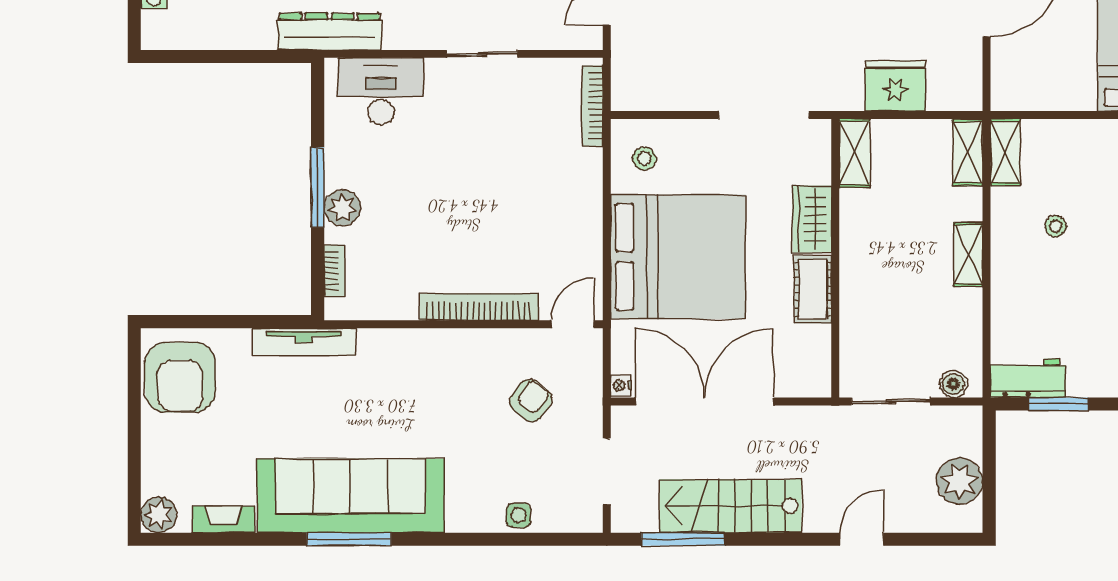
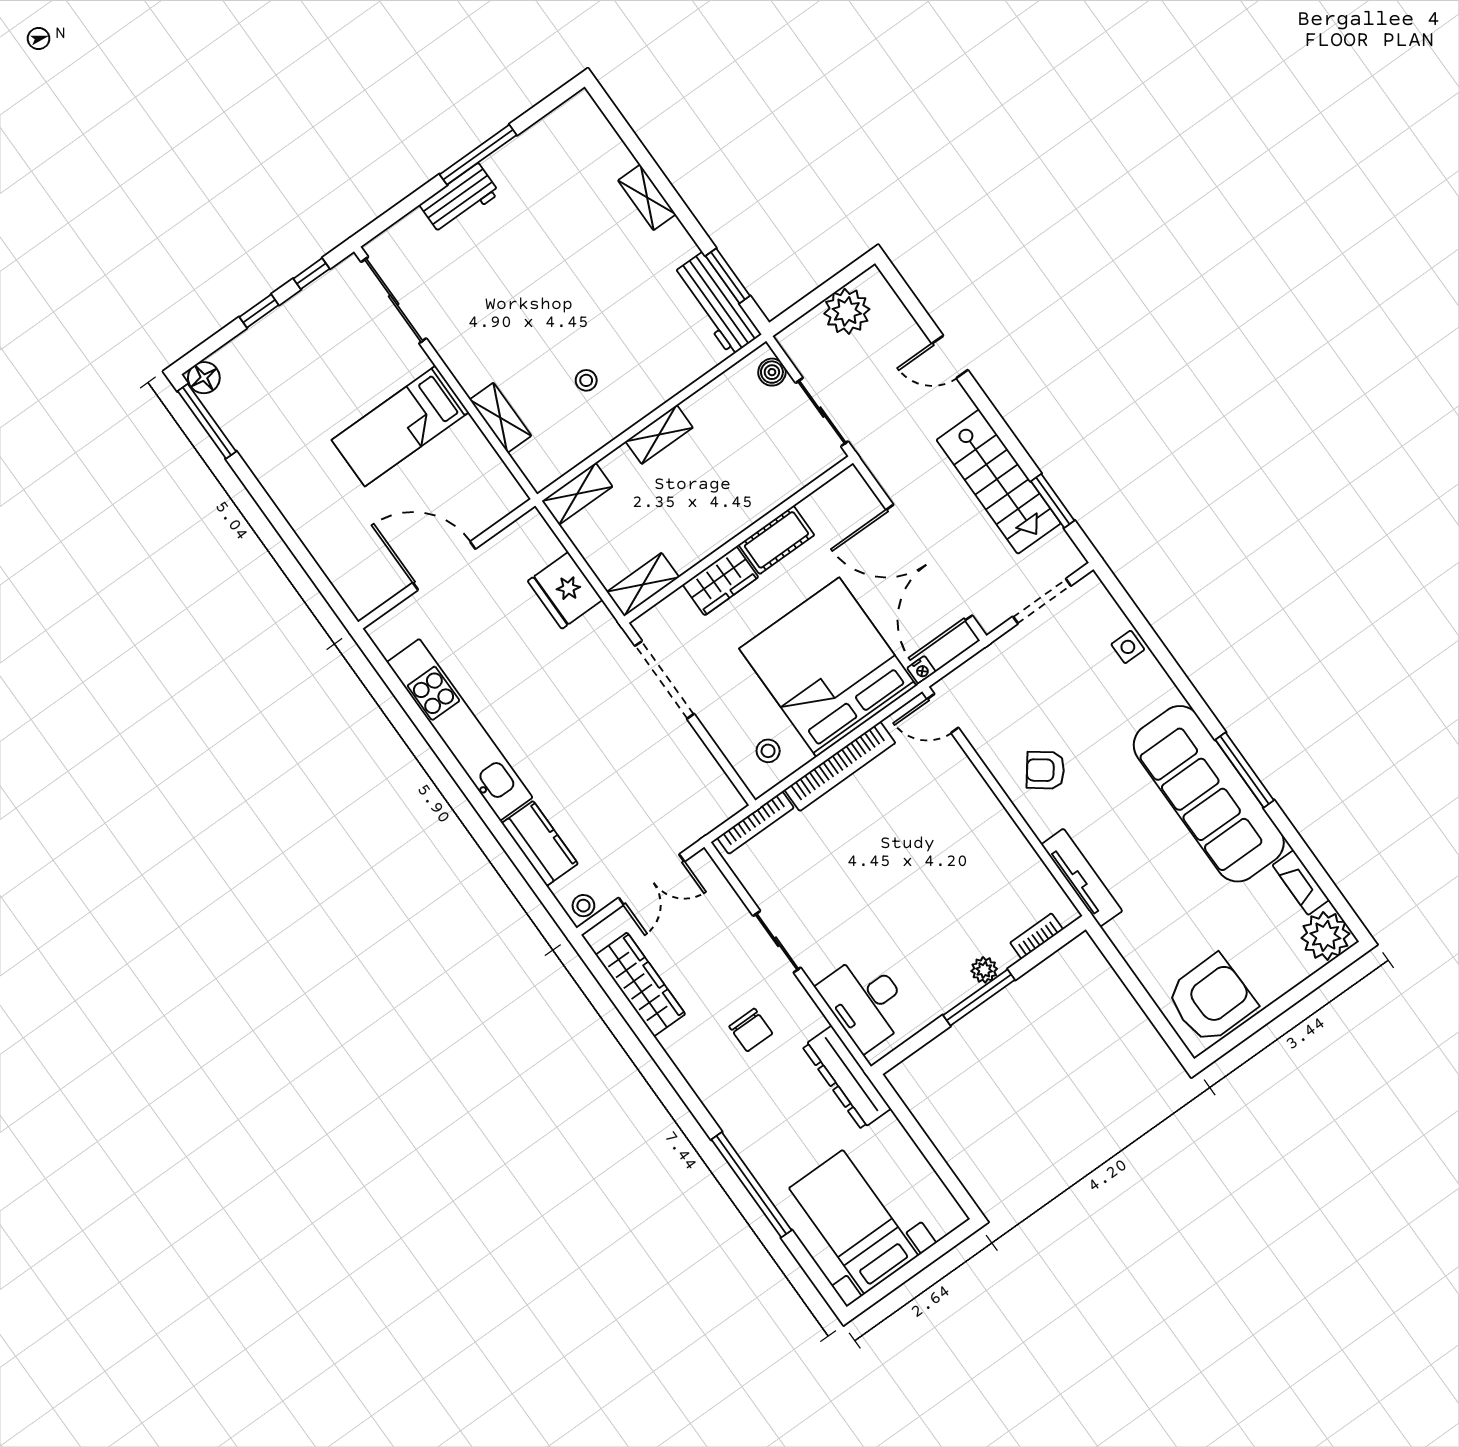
shelving: (1005, 152) -> (500, 418), moved, turned 90
plant: (342, 208) -> (984, 970), width x0.73, depth x0.73
bookcase: (479, 307) -> (840, 766), moved, turned -90
tv unit: (304, 342) -> (1082, 878), moved
workbench: (1028, 378) -> (717, 304), width x1.37
nightstand: (621, 385) -> (922, 670), moved
armchair: (531, 400) -> (1045, 770), moved
plant: (159, 515) -> (1325, 936), width x1.36, depth x1.36
window: (683, 539) -> (1053, 501), width x0.69

